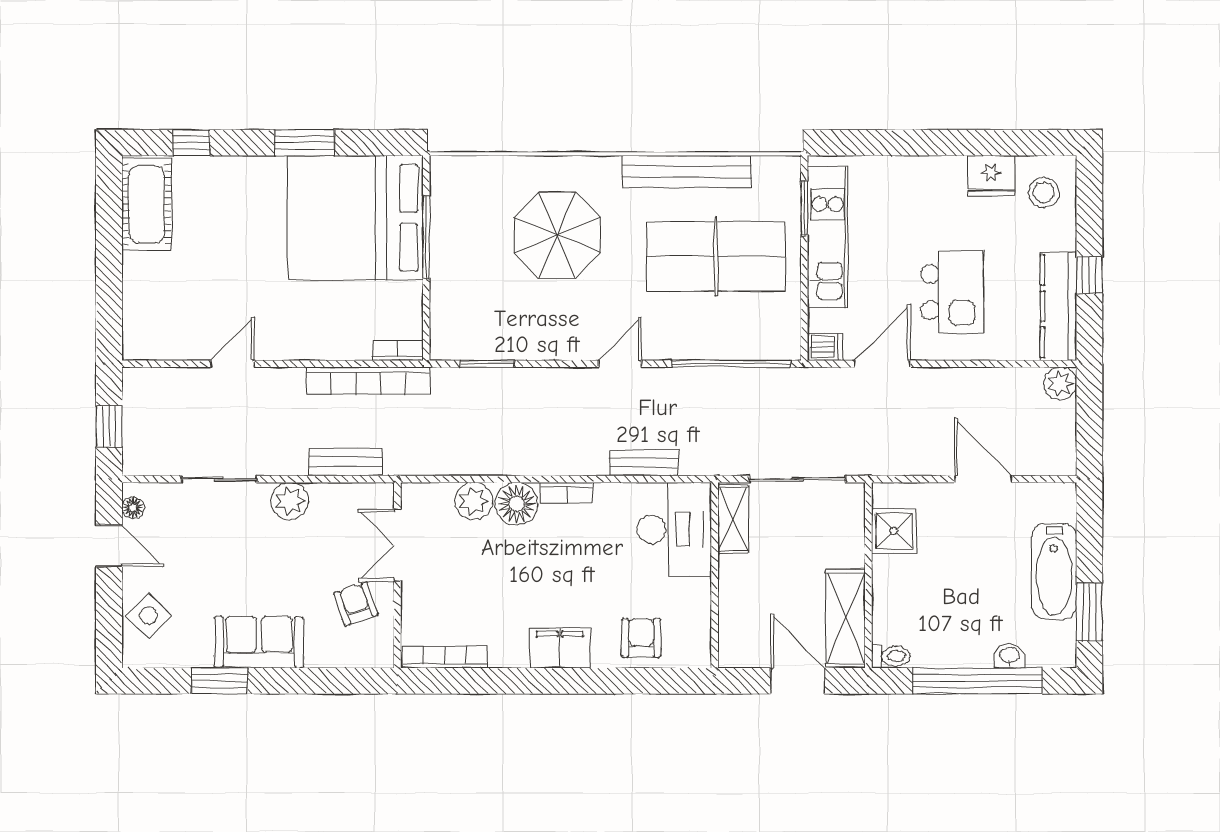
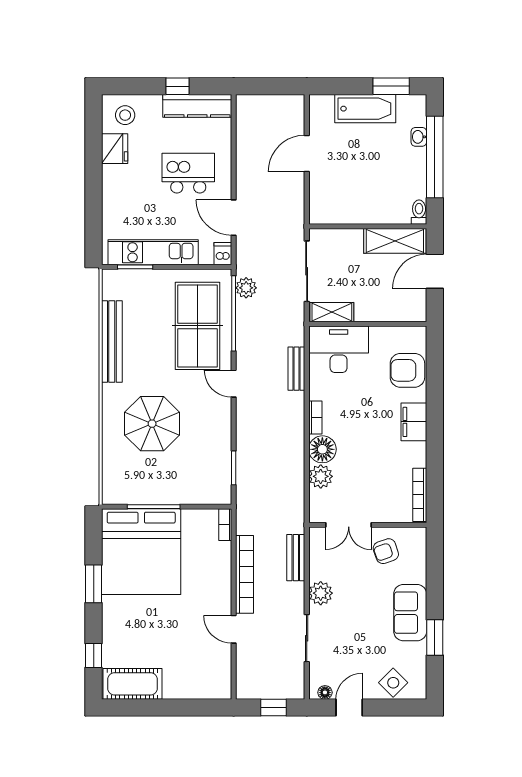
table tennis table: (716, 256) -> (197, 326), moved
bookcase: (368, 381) -> (245, 574), moved
plant: (1060, 383) -> (246, 288), moved
shower: (894, 531) -> (340, 210), removed
armchair: (641, 638) -> (407, 370), width x1.38, depth x1.38

